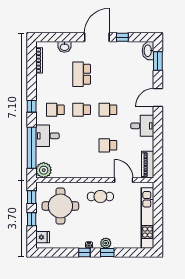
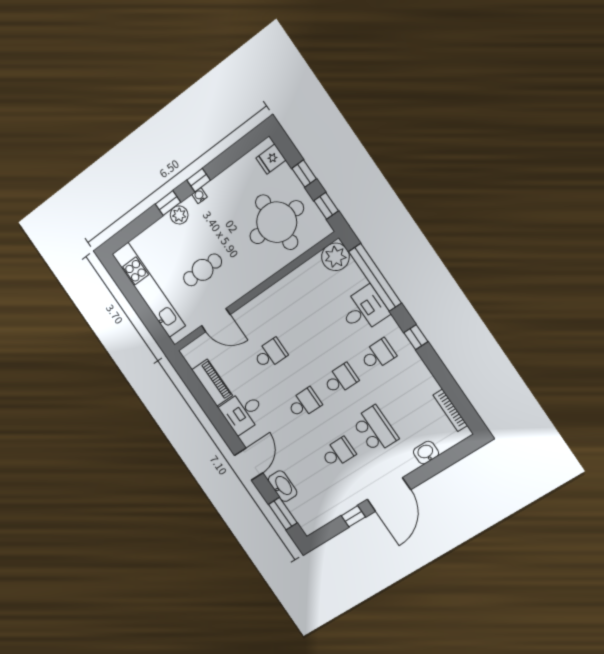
washbasin: (148, 51) -> (283, 486), moved
school desk: (108, 74) -> (338, 453), added
piano: (148, 165) -> (212, 383), moved
cafe table: (100, 197) -> (203, 270), moved

